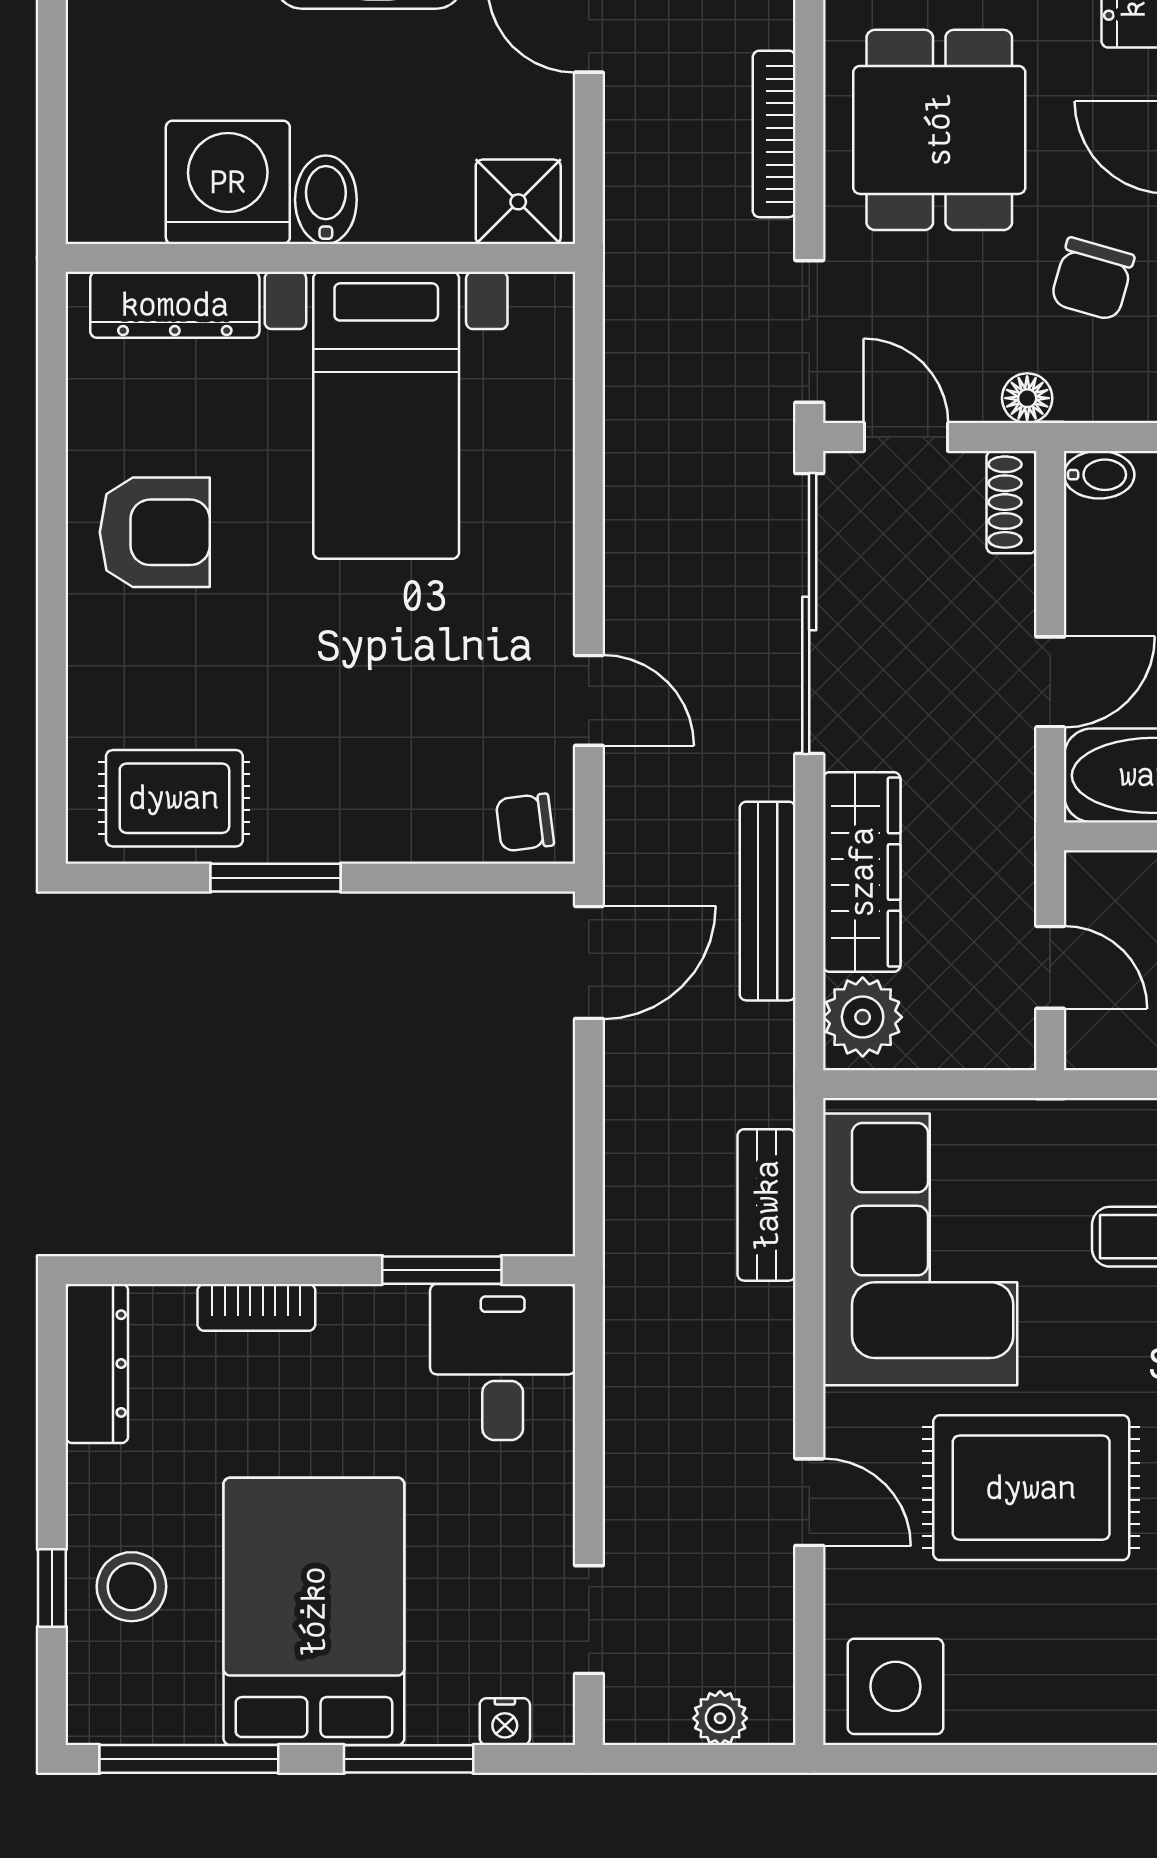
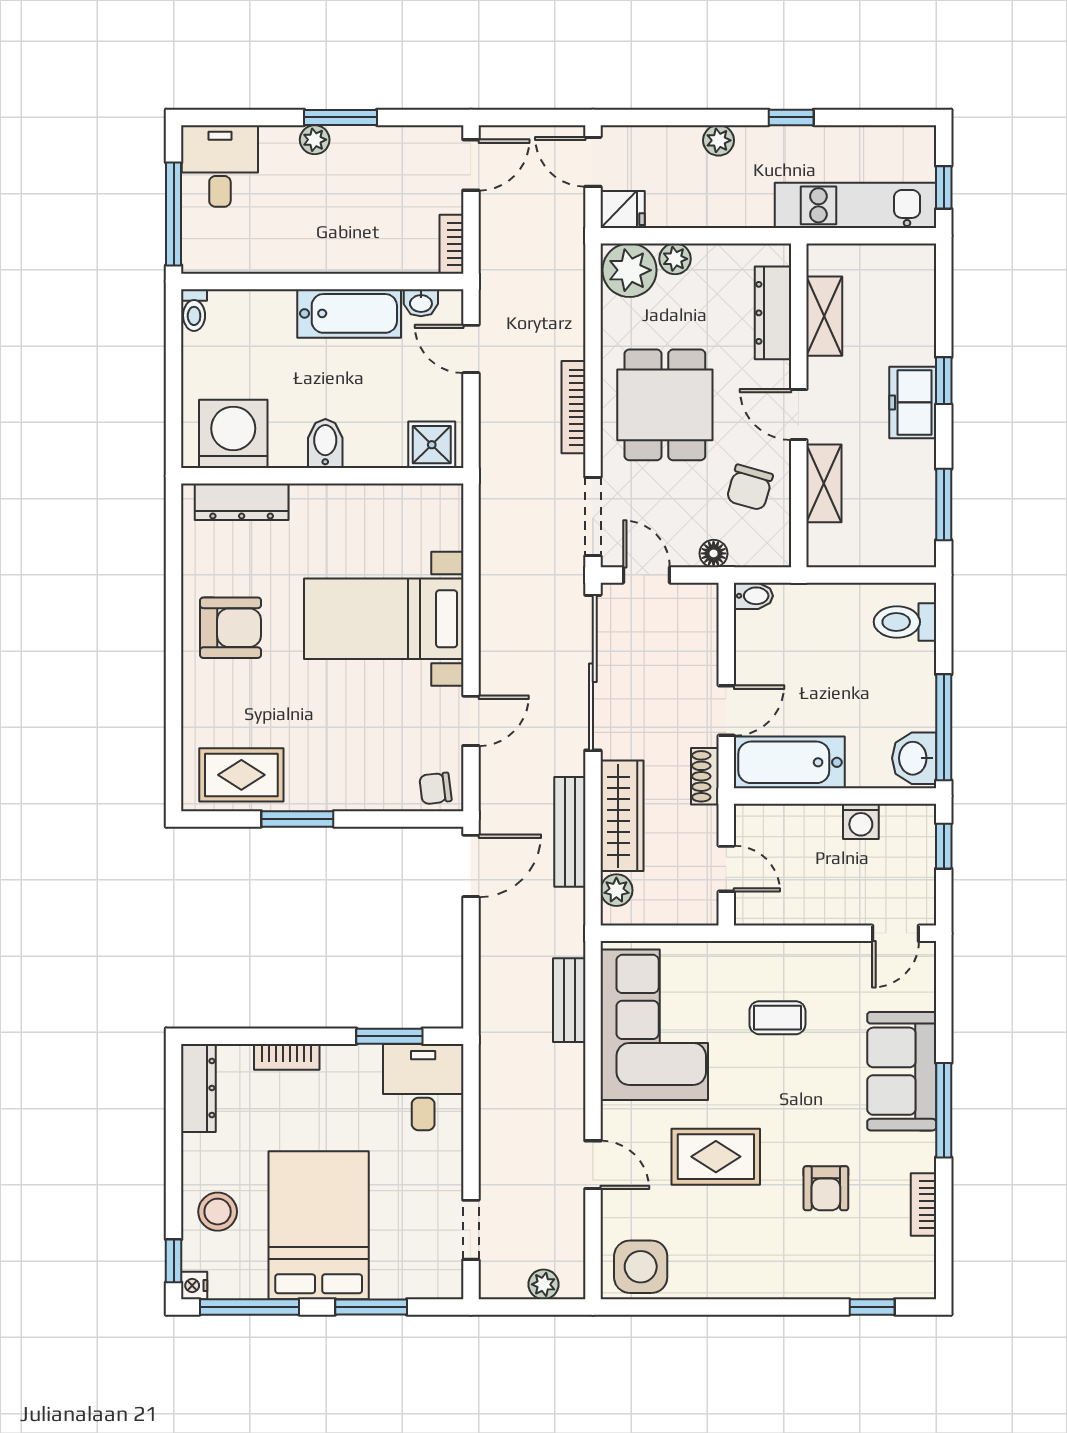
washing machine: (228, 182) -> (233, 434), moved
bed with nightstands: (386, 415) -> (384, 619), moved, turned 90
shoe rack: (1012, 502) -> (705, 776), moved
door: (589, 700) -> (471, 721), hinge flipped
plant: (863, 1017) -> (616, 890), width x0.73, depth x0.73
rug: (1031, 1488) -> (716, 1157), width x0.73, depth x0.70
window: (52, 1588) -> (174, 1261), moved
nightstand: (505, 1722) -> (194, 1285), moved, turned 90

